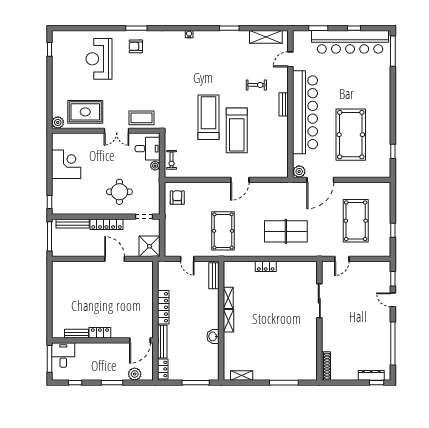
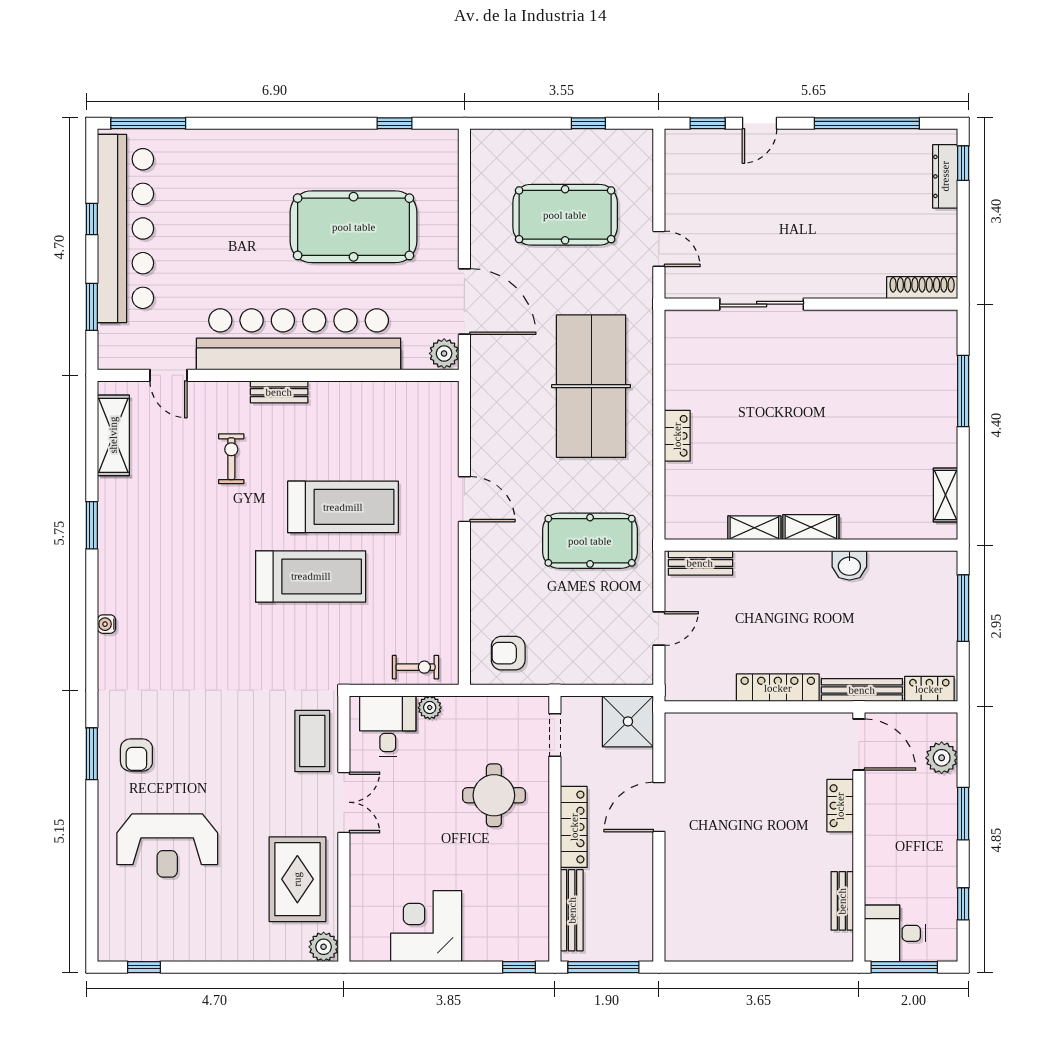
treadmill: (208, 117) -> (311, 576), turned 180
table tennis table: (286, 231) -> (591, 386), width x1.36, depth x1.32
locker: (100, 333) -> (840, 806), moved

